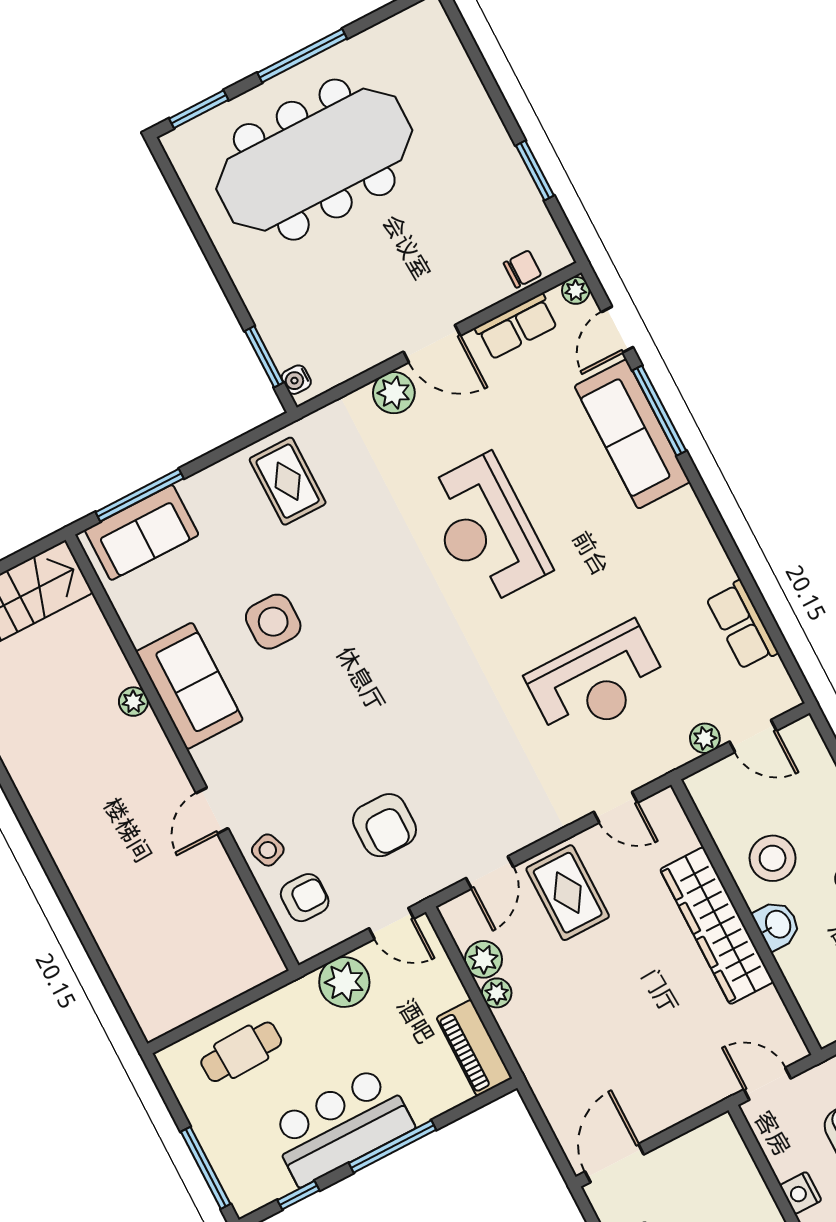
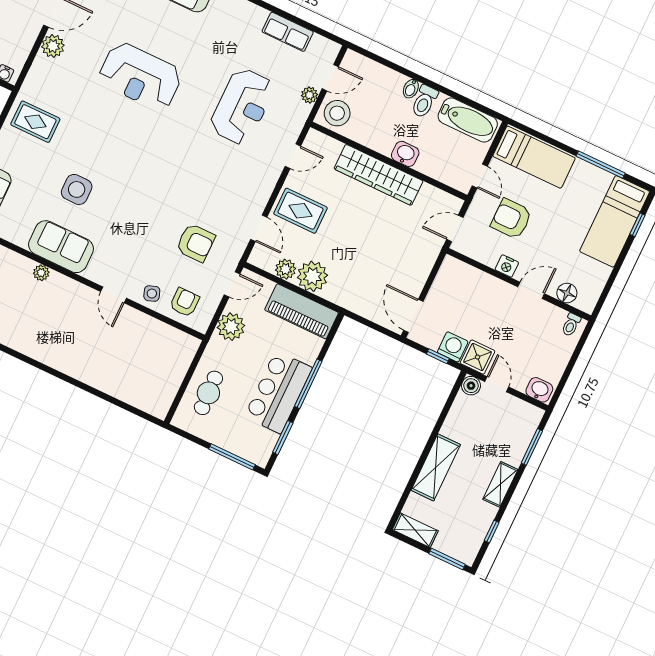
stool: (773, 858) -> (337, 113), moved
plant: (497, 993) -> (312, 276), width x1.87, depth x1.87
piano: (474, 1048) -> (302, 311), width x1.37, depth x1.33
window: (298, 1195) -> (283, 438), width x1.50

